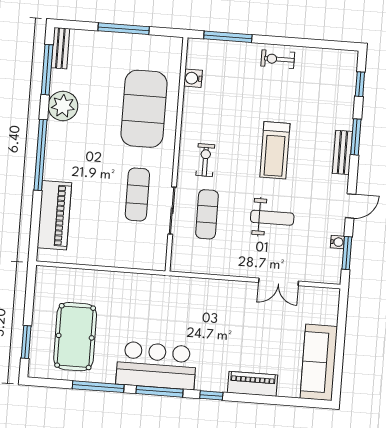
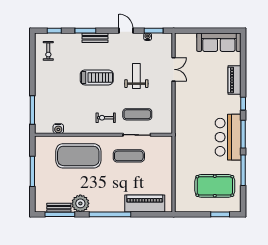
bench: (60, 48) -> (59, 208), moved
exercise bike: (278, 59) -> (48, 51), moved

